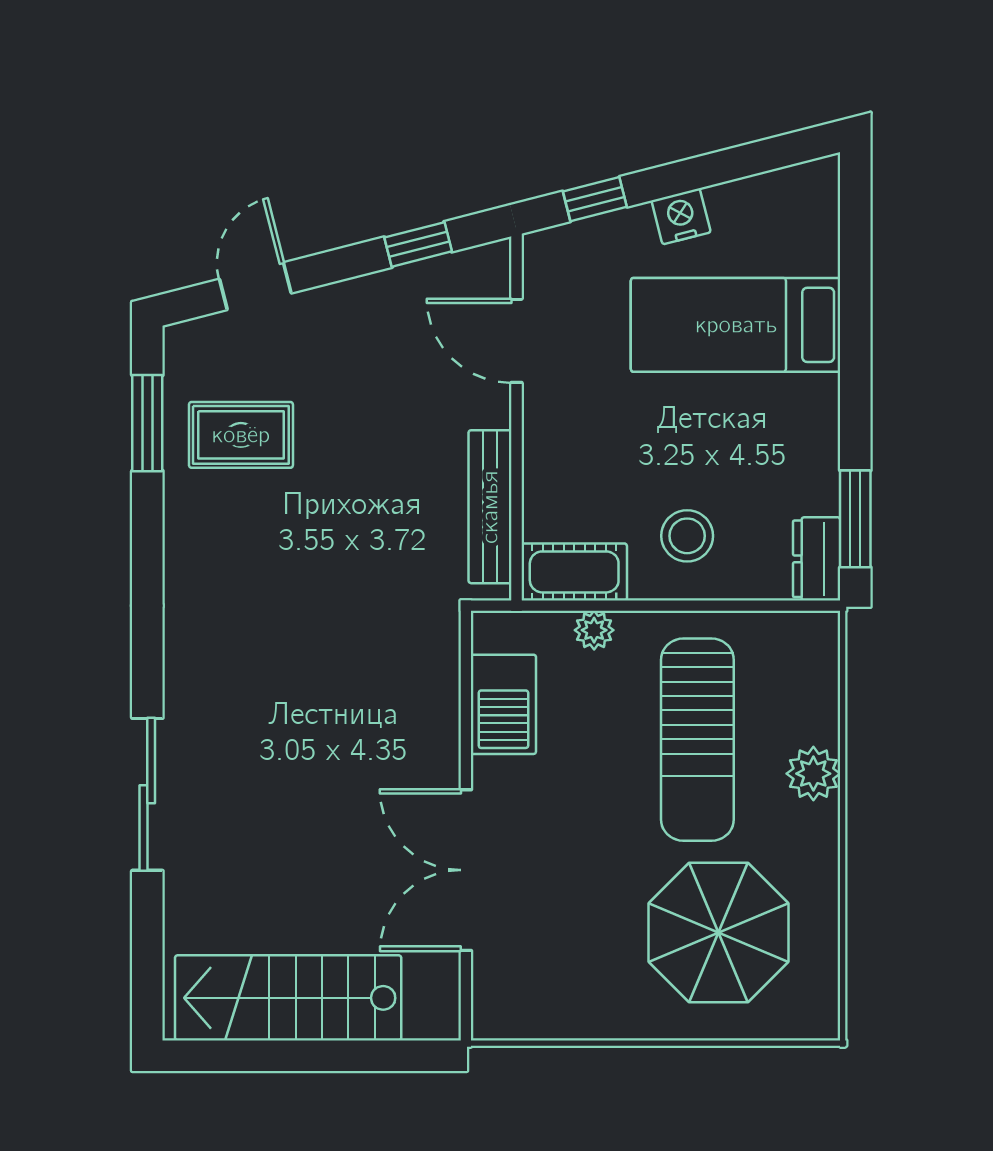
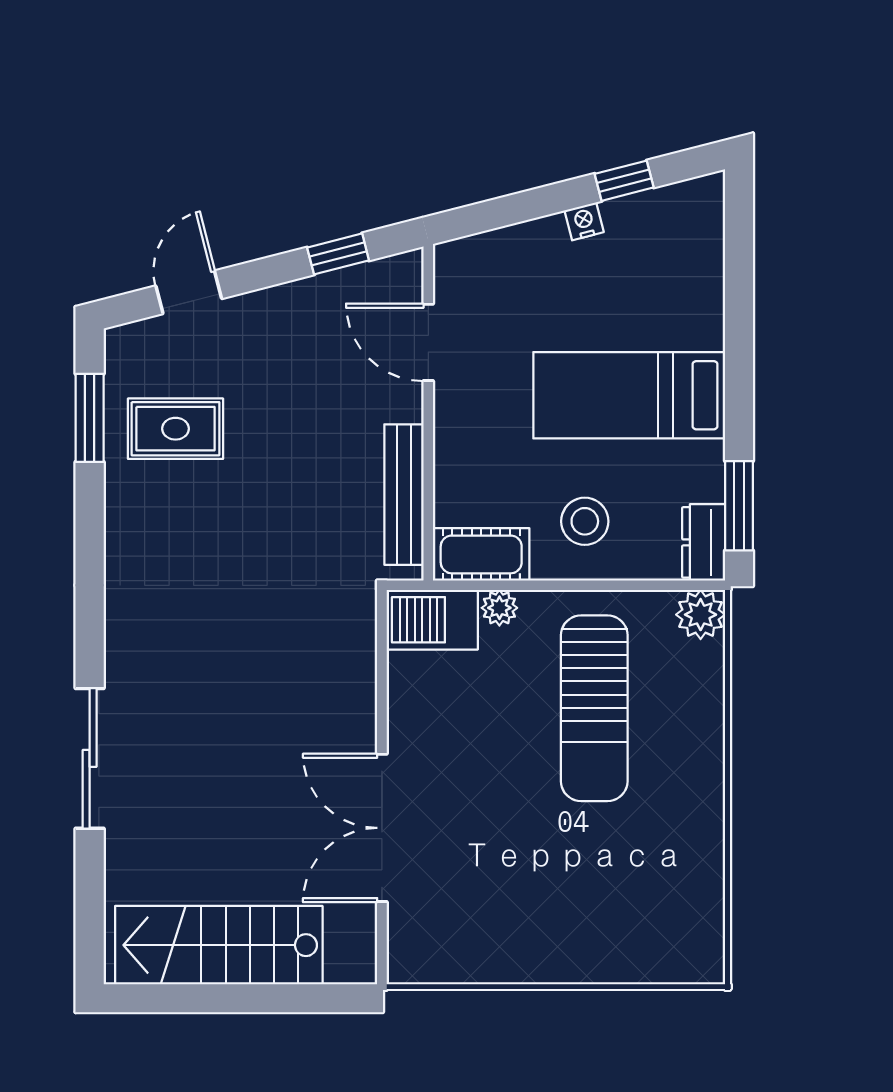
window: (595, 199) -> (624, 181), moved
nightstand: (681, 216) -> (584, 221), width x0.72, depth x0.74
bed: (736, 325) -> (629, 395), moved
barbecue: (503, 704) -> (432, 620), moved, turned 90
plant: (813, 774) -> (701, 615), moved
parasol: (719, 933) -> (614, 885), removed

